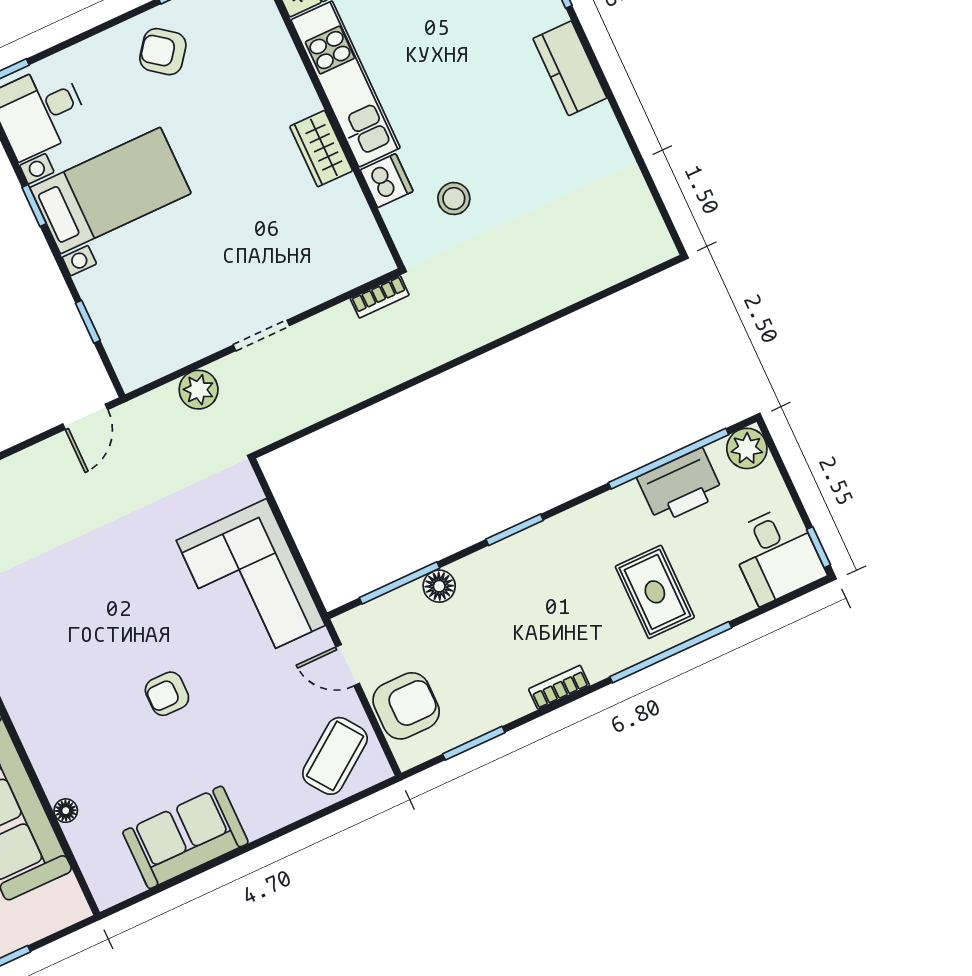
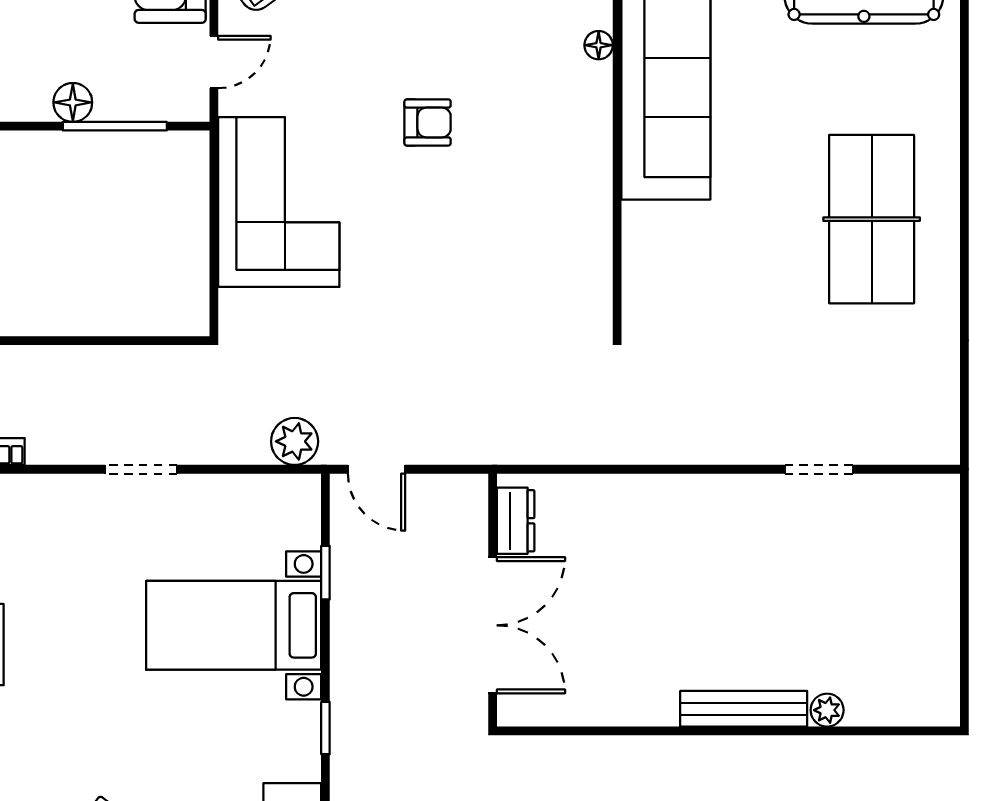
bed with nightstands: (110, 190) -> (234, 625), moved
plant: (199, 390) -> (295, 441), moved
door: (85, 417) -> (377, 469), swing flipped
door: (348, 665) -> (214, 62), hinge flipped

